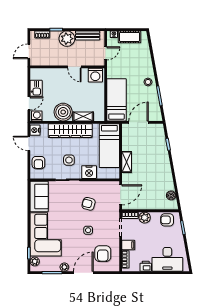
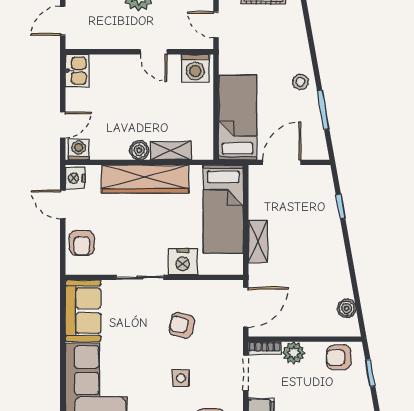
door: (106, 53) -> (216, 25), swing flipped
kitchen sink: (36, 88) -> (77, 71), moved
boiler: (63, 112) -> (139, 150), width x0.54, depth x0.54
side table: (69, 160) -> (143, 238), removed

